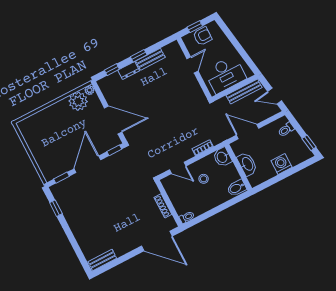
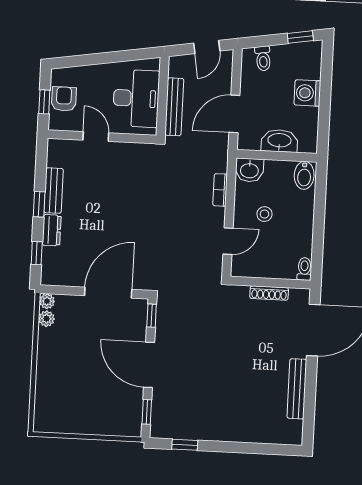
bench: (244, 91) -> (174, 107), moved
plant: (78, 101) -> (47, 319), width x0.53, depth x0.53
bench: (102, 260) -> (297, 389), moved, width x1.36

